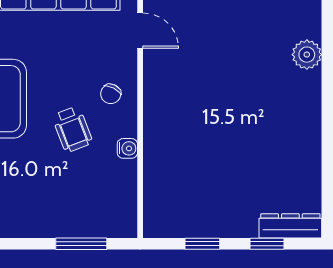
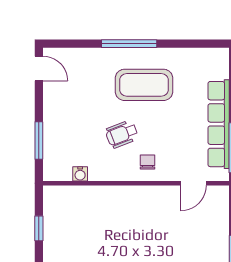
chair: (111, 94) -> (147, 162), turned 63
water cooler: (127, 148) -> (80, 174), moved

